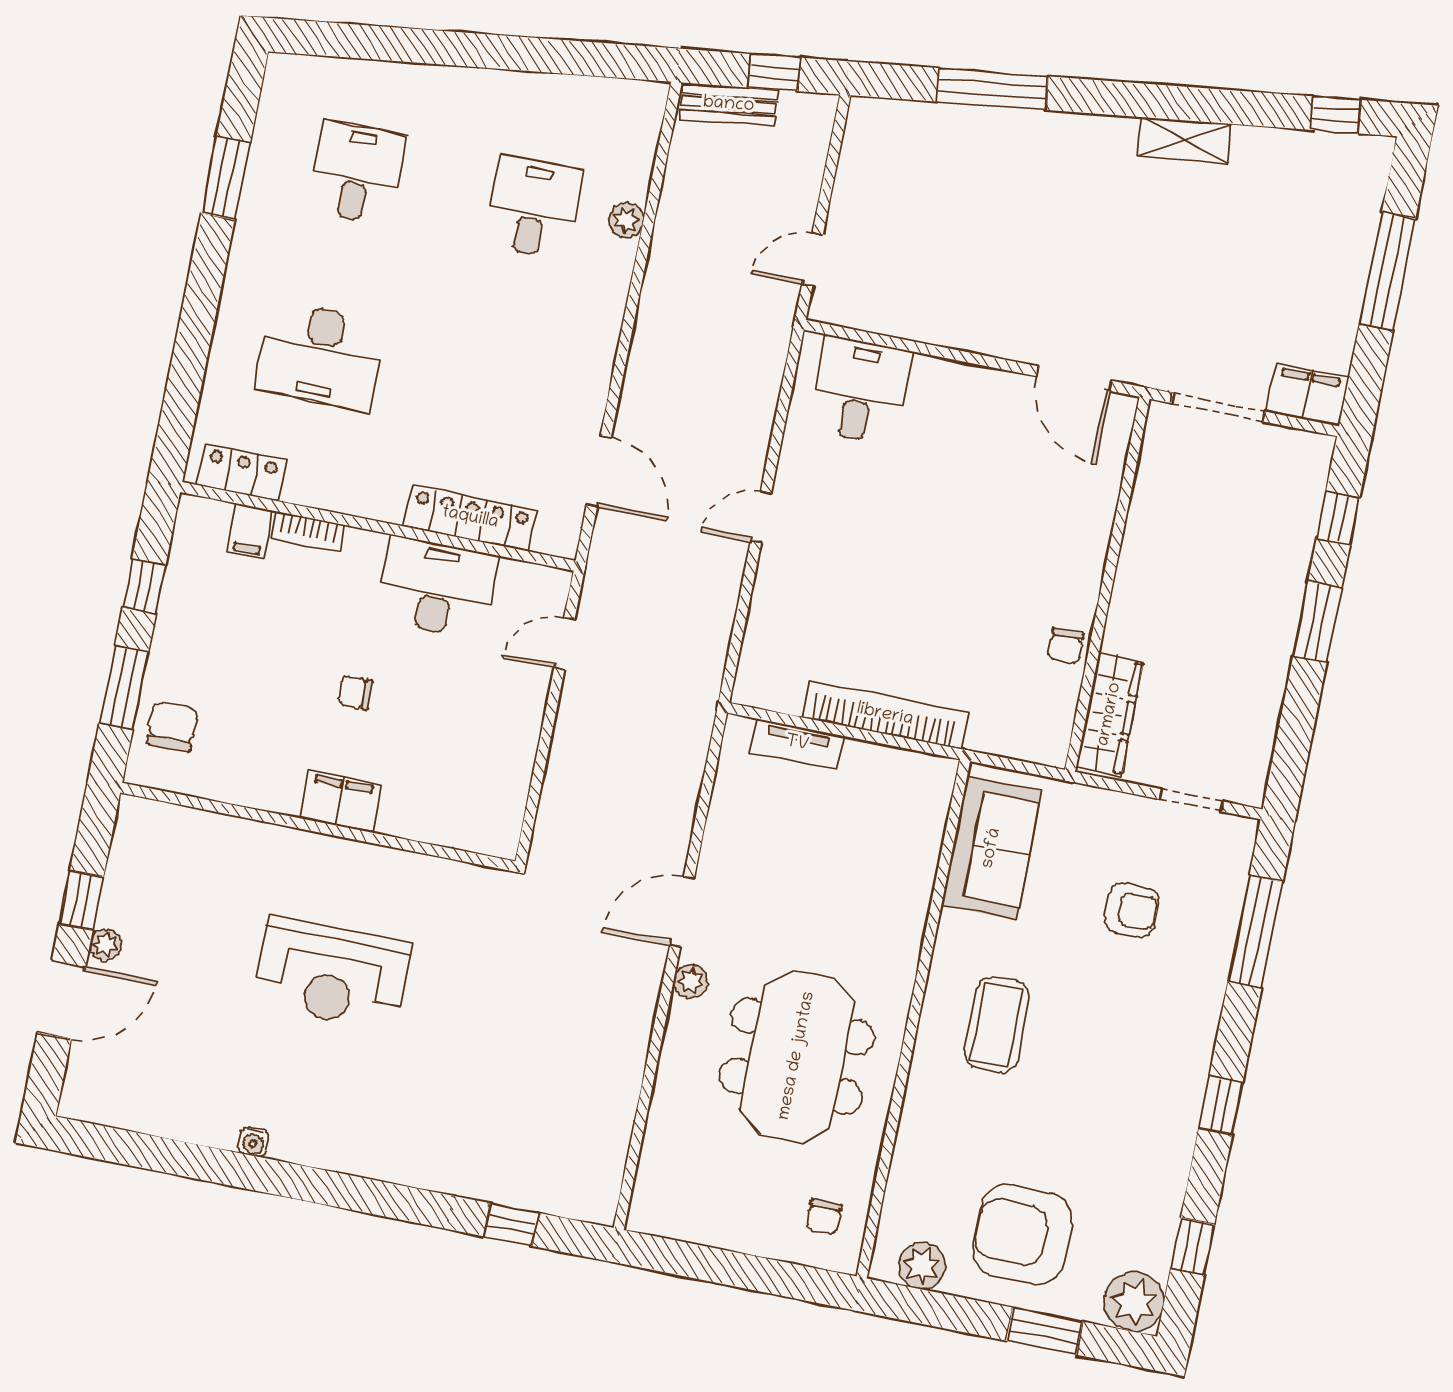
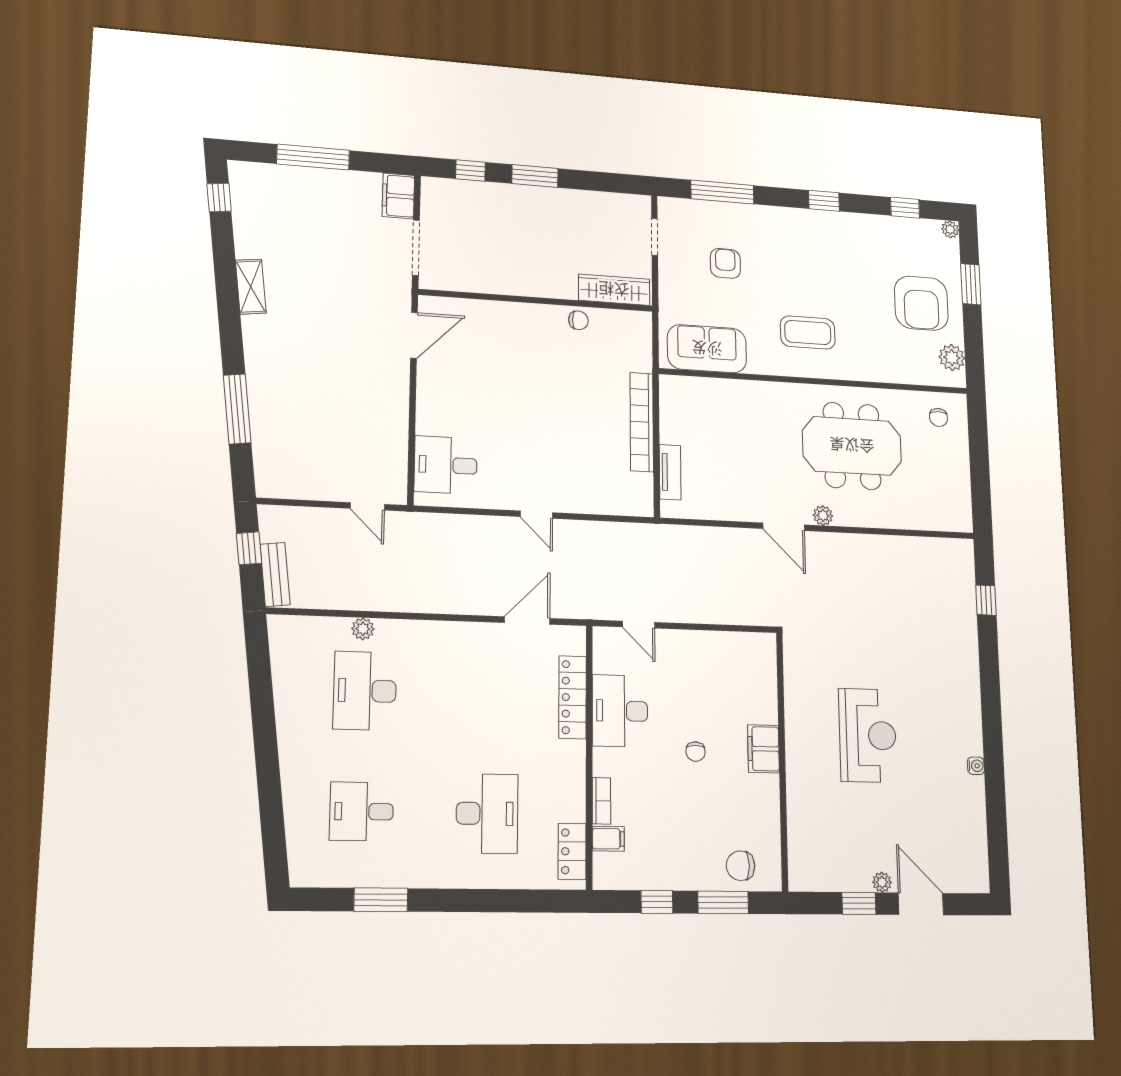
desk: (533, 207) -> (365, 691), width x1.37
chair: (824, 1217) -> (938, 417), turned 90
plant: (1134, 1302) -> (950, 229), width x0.53, depth x0.53

